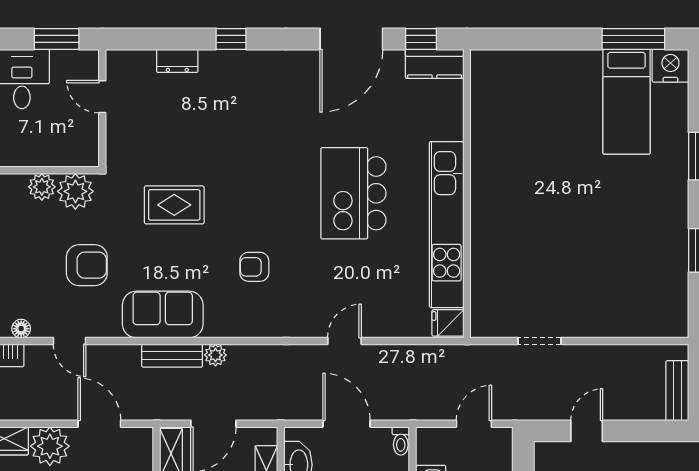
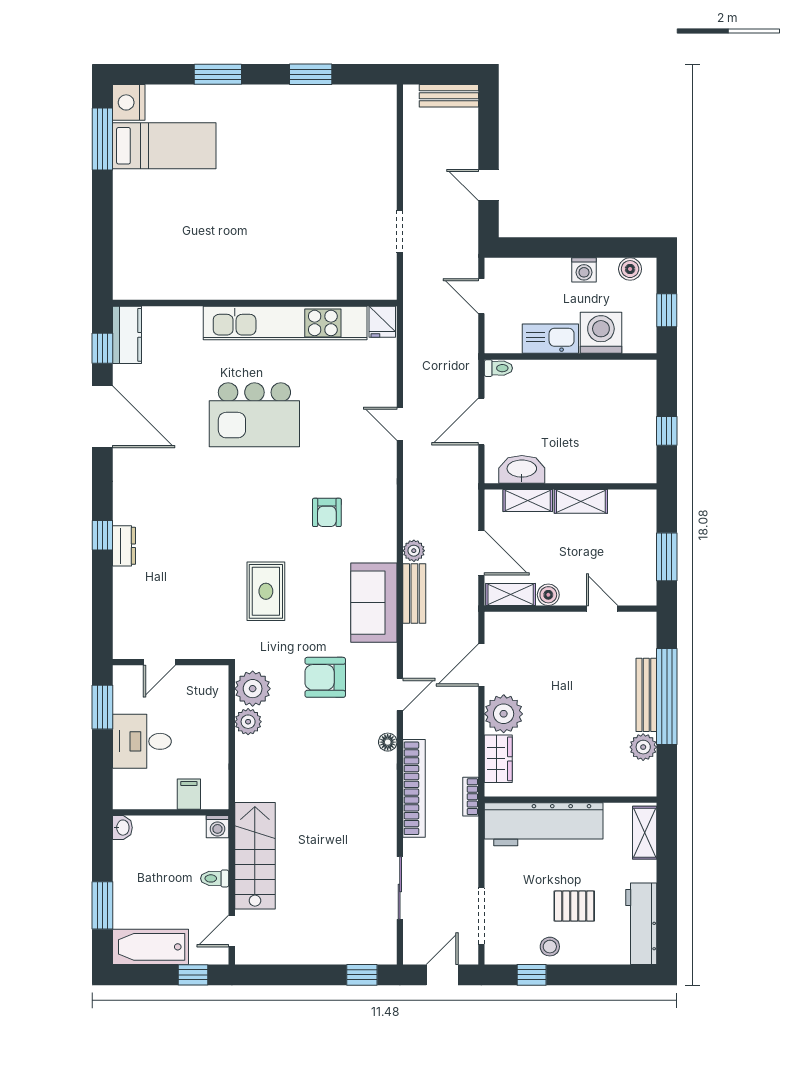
dresser: (177, 61) -> (124, 546), moved
armchair: (87, 265) -> (325, 677), turned -90

